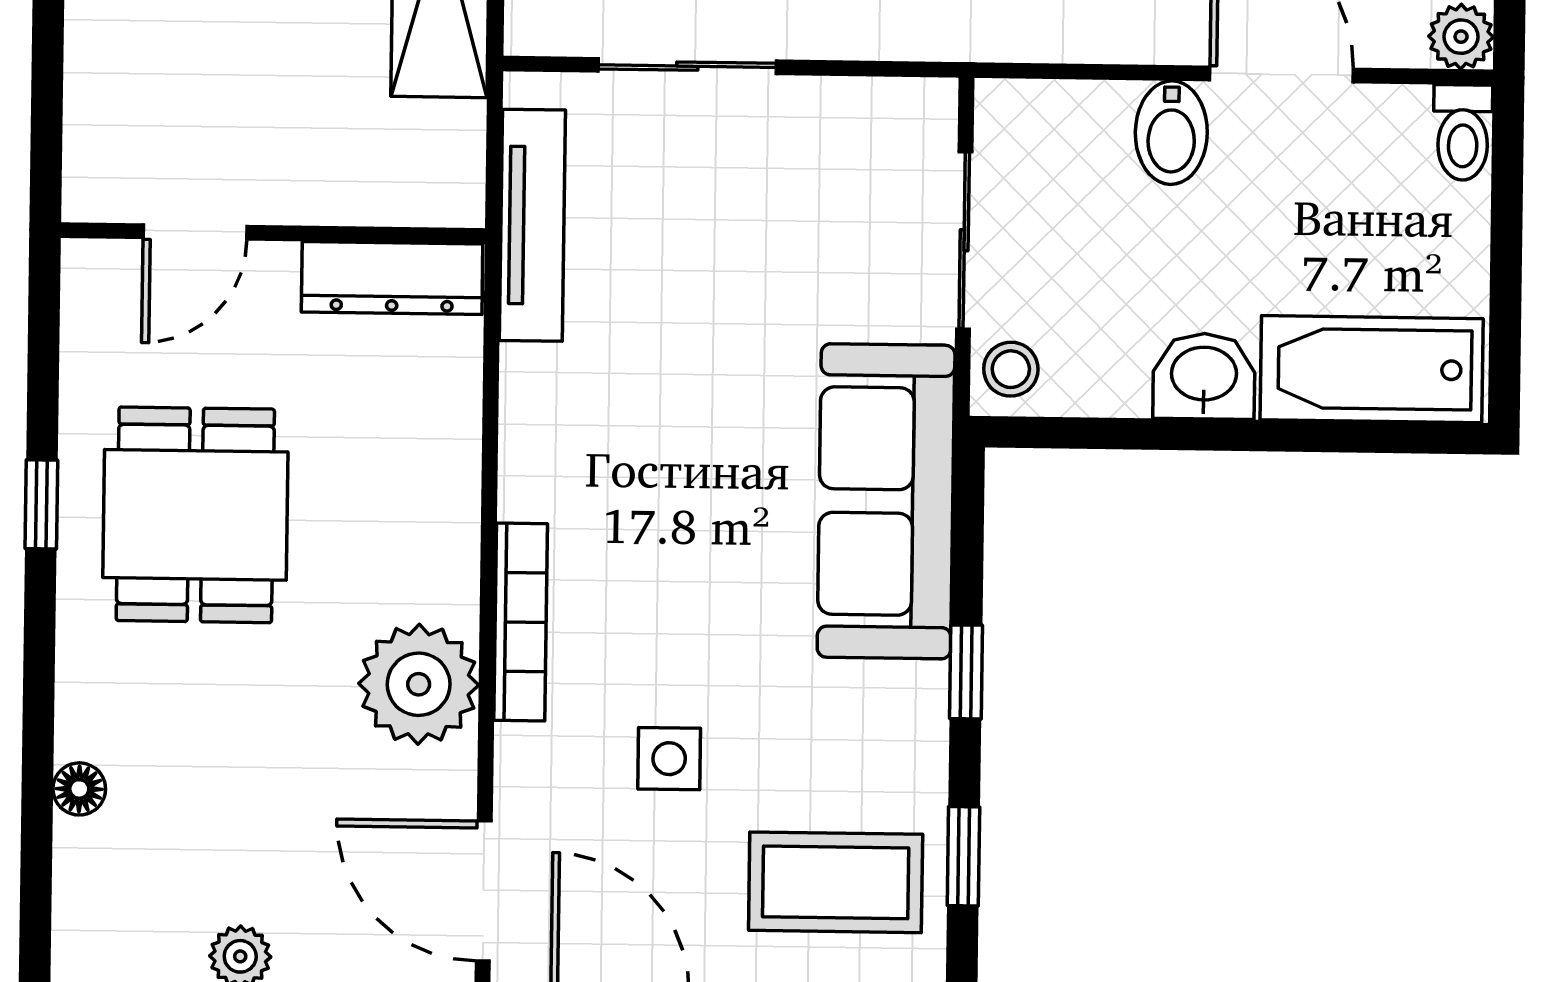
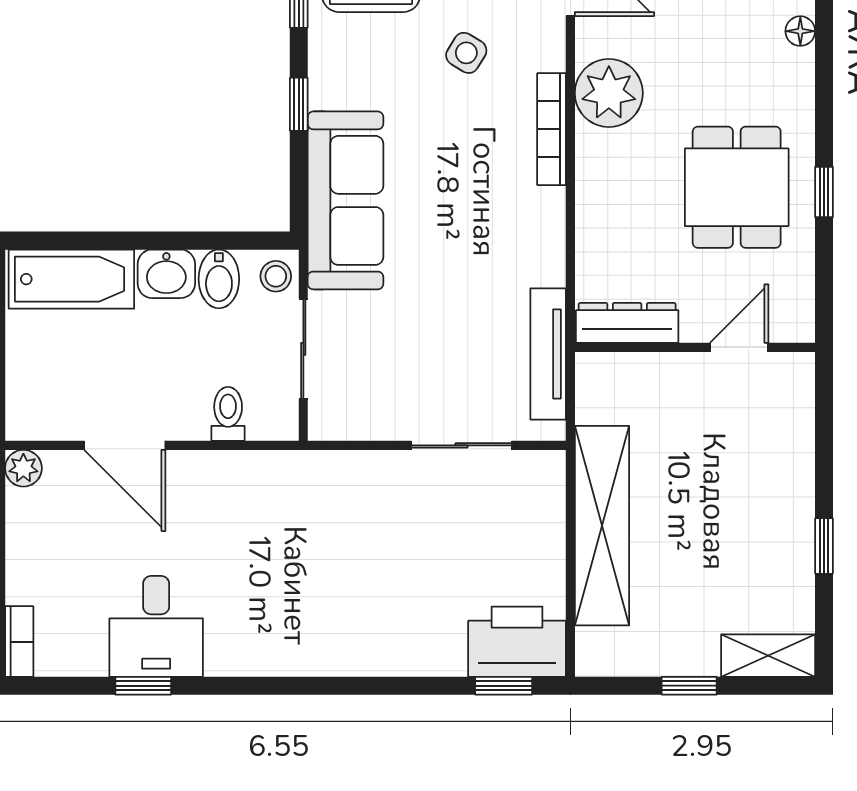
toilet: (1463, 132) -> (228, 414), moved
bidet: (1171, 133) -> (219, 279), moved, turned 180
side table: (669, 759) -> (466, 53), turned 32

